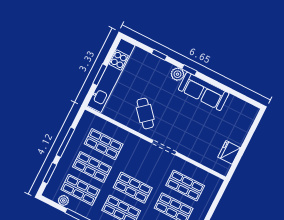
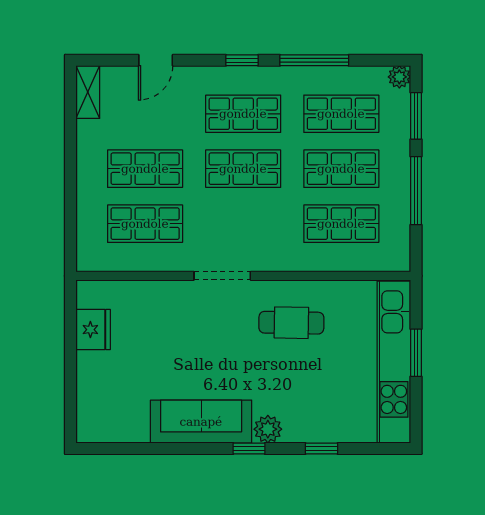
cafe table: (145, 113) -> (291, 323), turned -48
plant: (63, 200) -> (399, 77), moved

